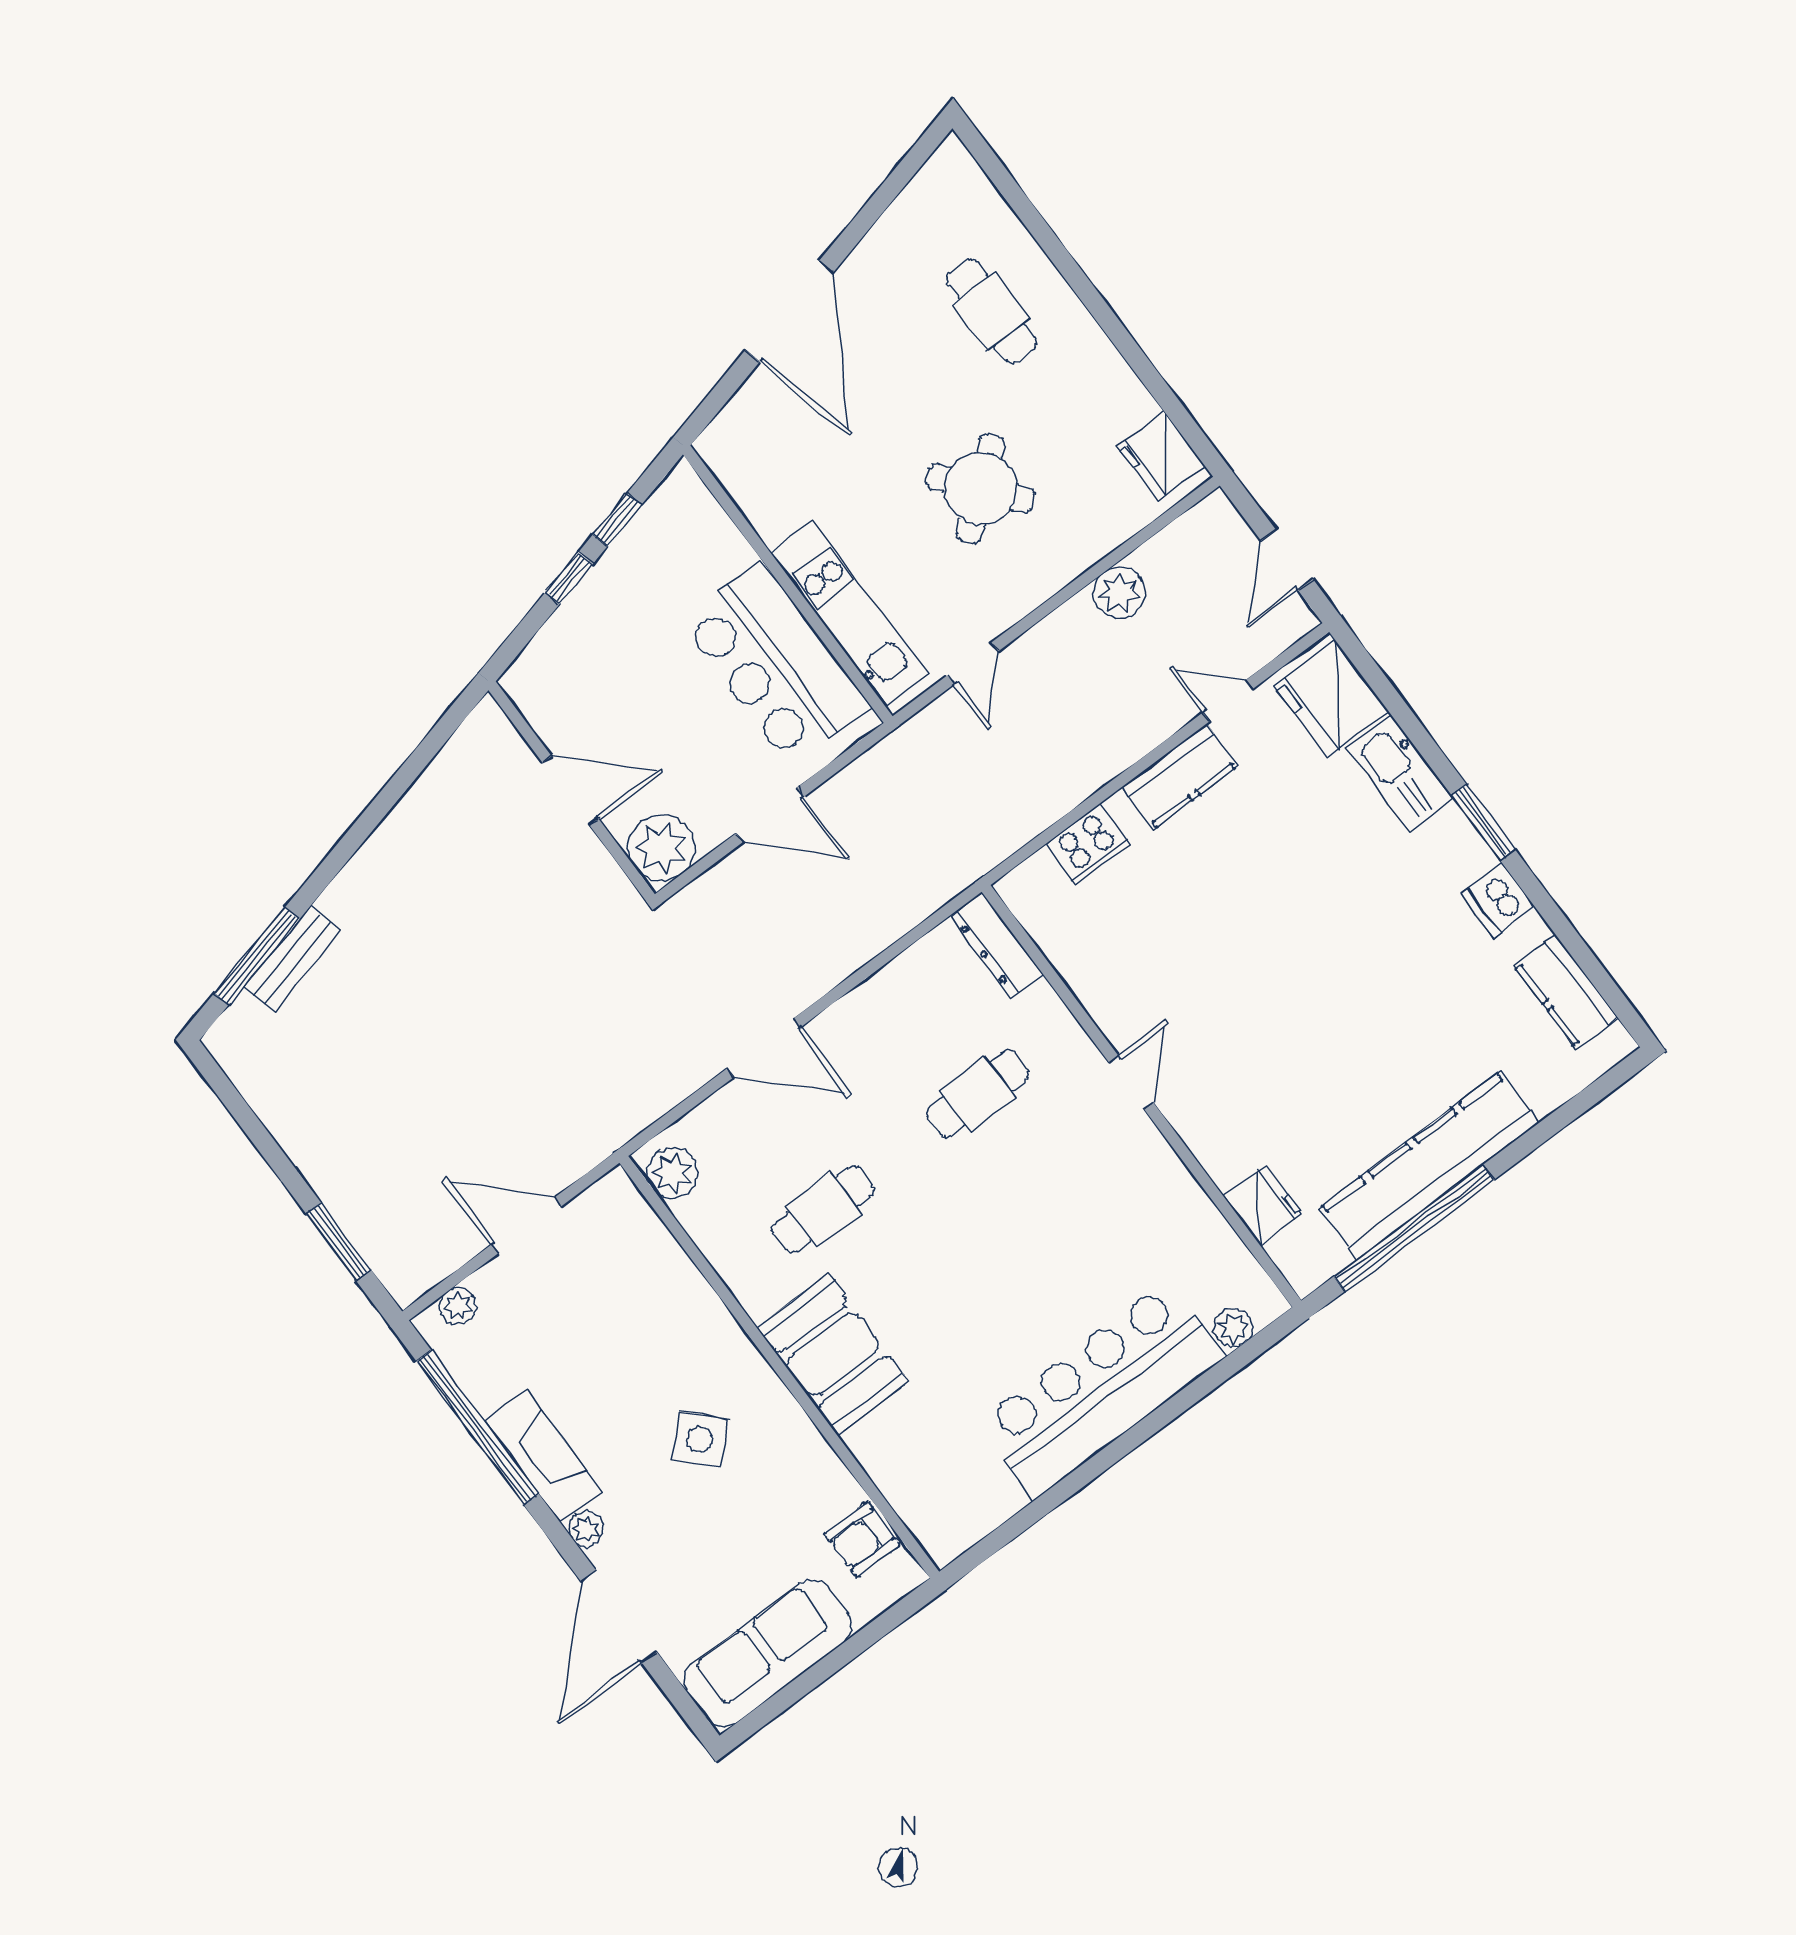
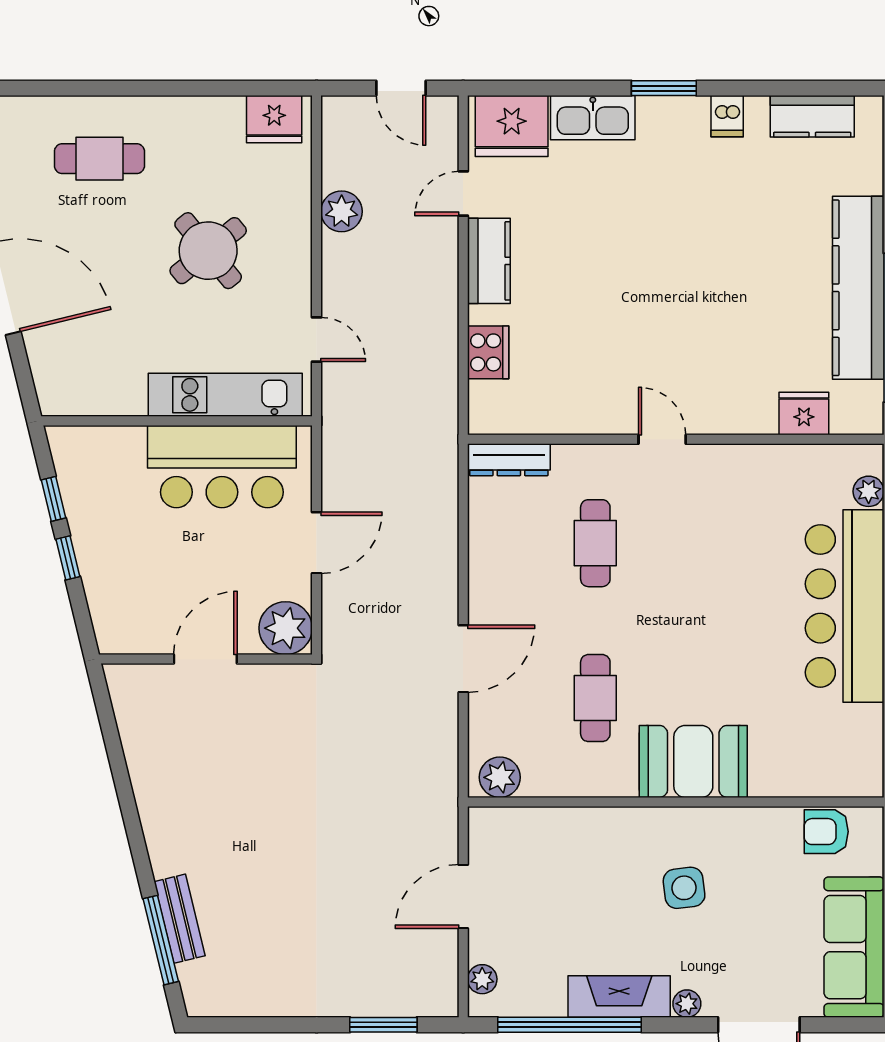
dishwasher: (1498, 900) -> (727, 116), width x0.73
side table: (700, 1440) -> (684, 888), turned 36
armchair: (862, 1540) -> (826, 832), turned 90

